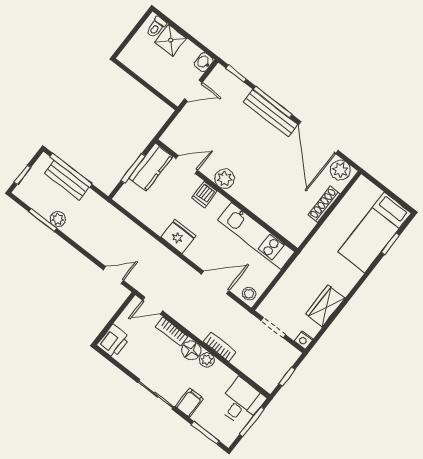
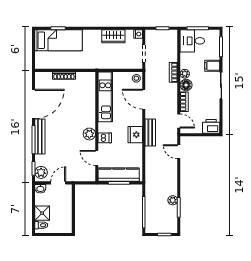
door: (193, 91) -> (58, 183), hinge flipped
kitchen counter: (151, 167) -> (119, 175), width x1.50
plant: (340, 170) -> (41, 172), moved
bench: (67, 180) -> (150, 133), moved

